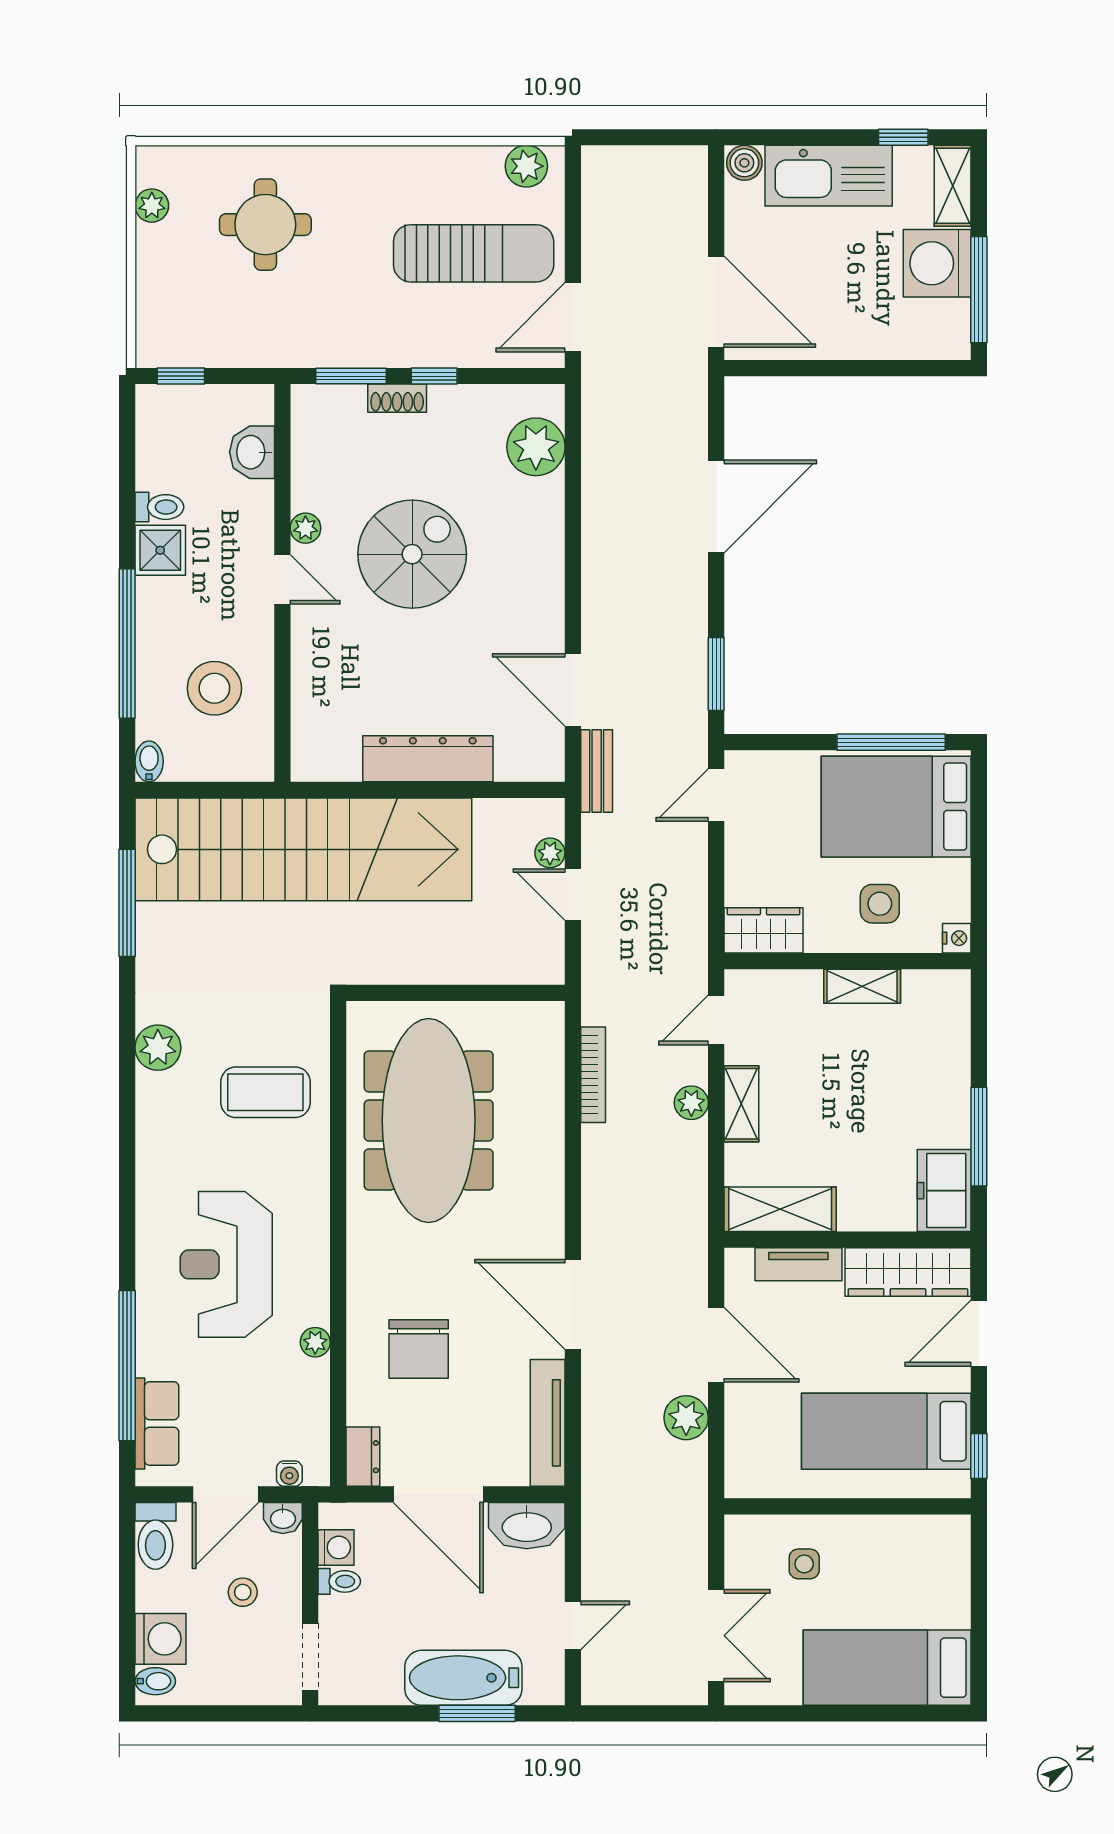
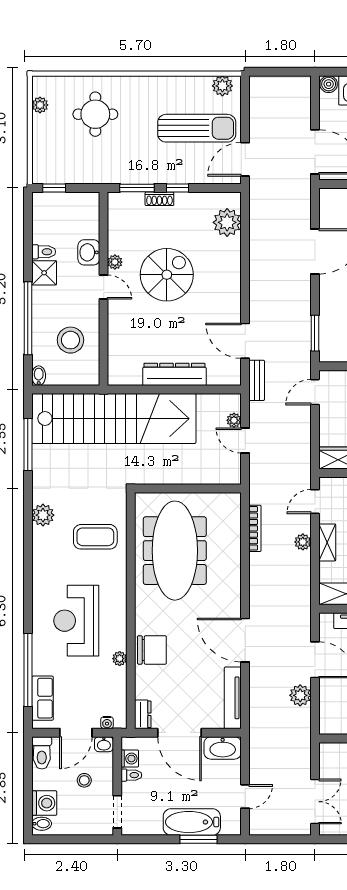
washbasin: (252, 452) -> (89, 252), moved
chair: (419, 1349) -> (152, 650), moved, turned -90

